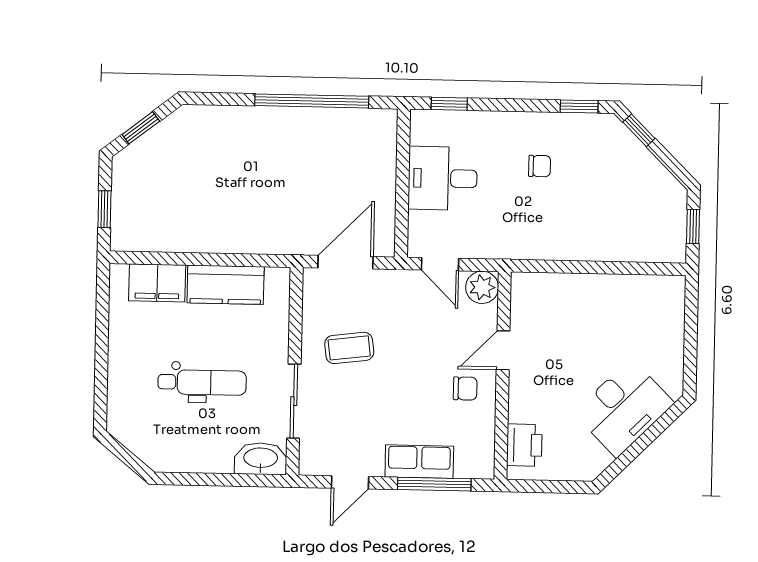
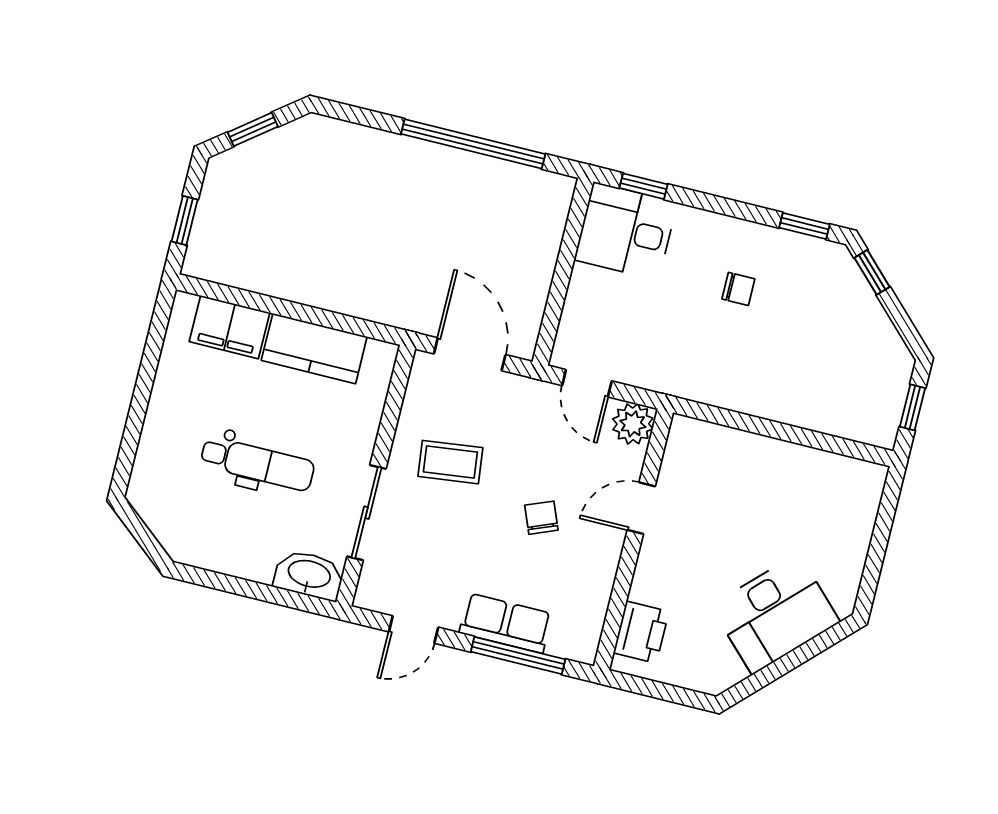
desk: (443, 178) -> (626, 231), moved
door: (345, 262) -> (470, 354), hinge flipped
chair: (465, 388) -> (541, 518), moved, turned -112

